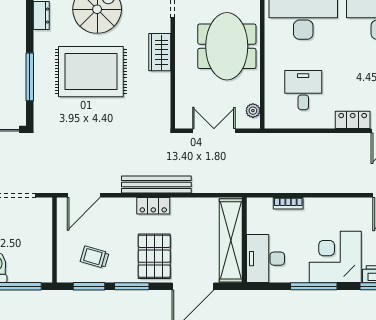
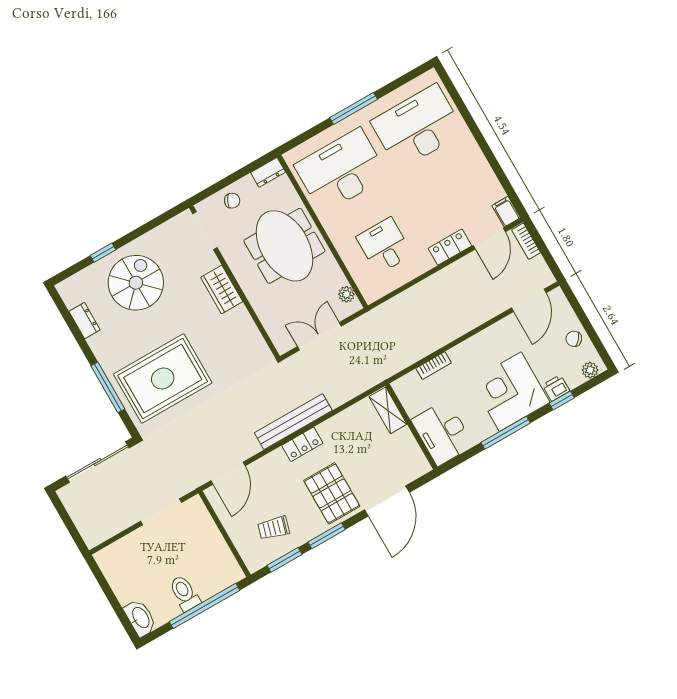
rug: (91, 72) -> (163, 379), moved
shelving: (231, 240) -> (388, 410), width x0.45, depth x0.75

